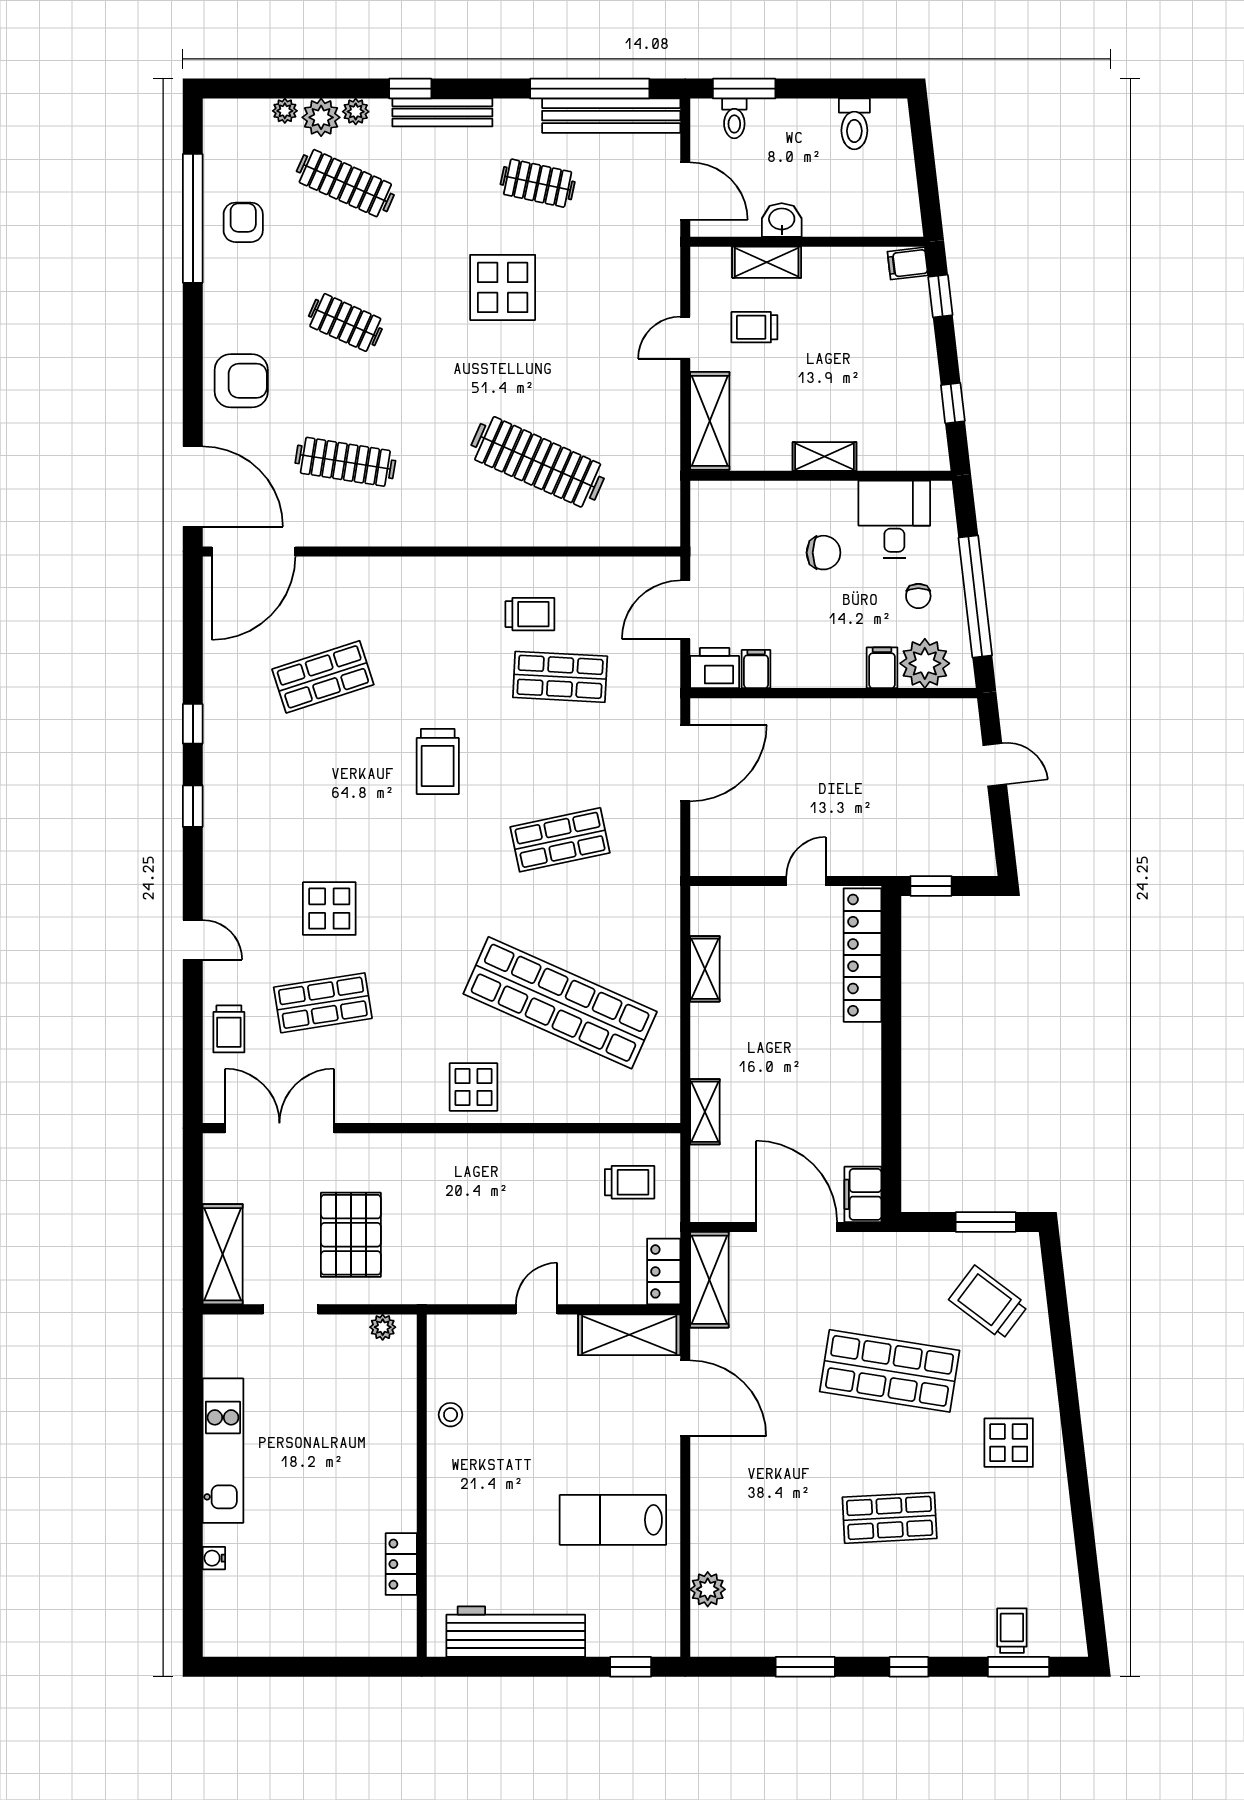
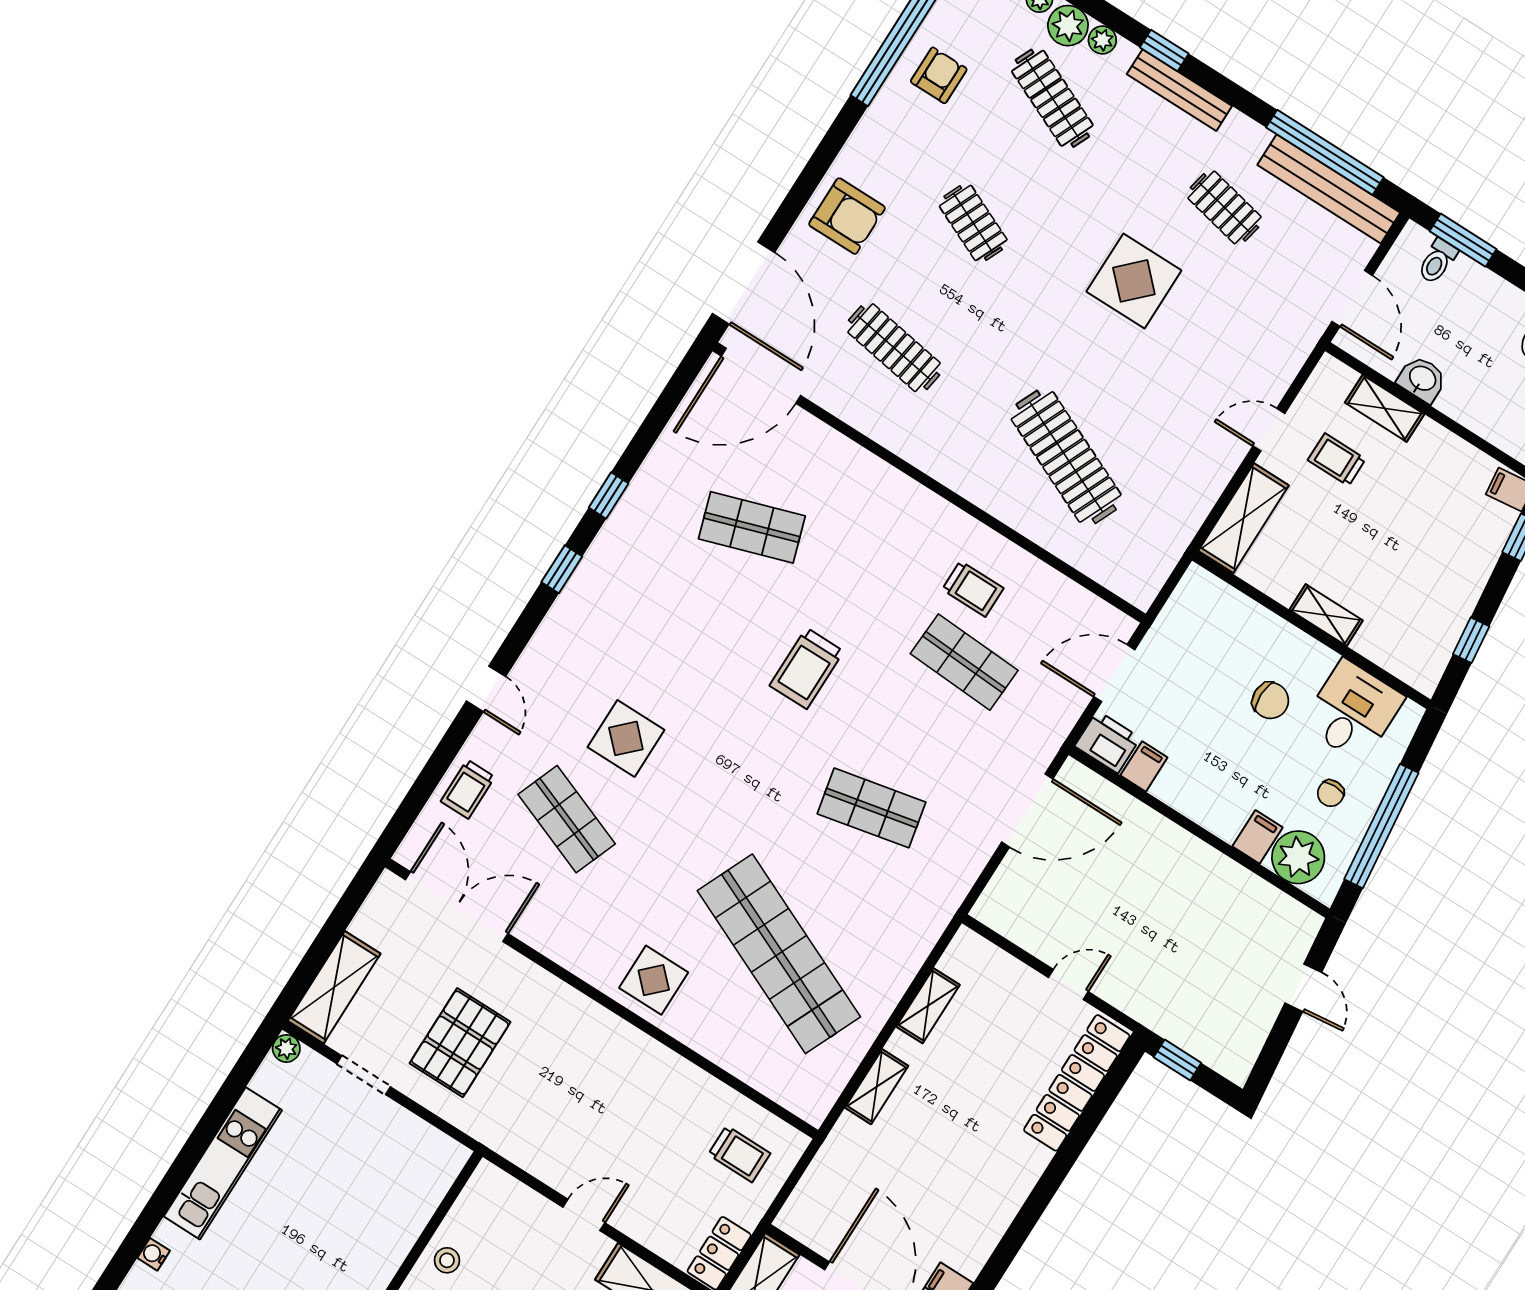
shop shelf: (323, 1003) -> (567, 819), turned 30
shelving: (705, 1112) -> (877, 1087), moved
plant: (383, 1327) -> (286, 1048), moved

